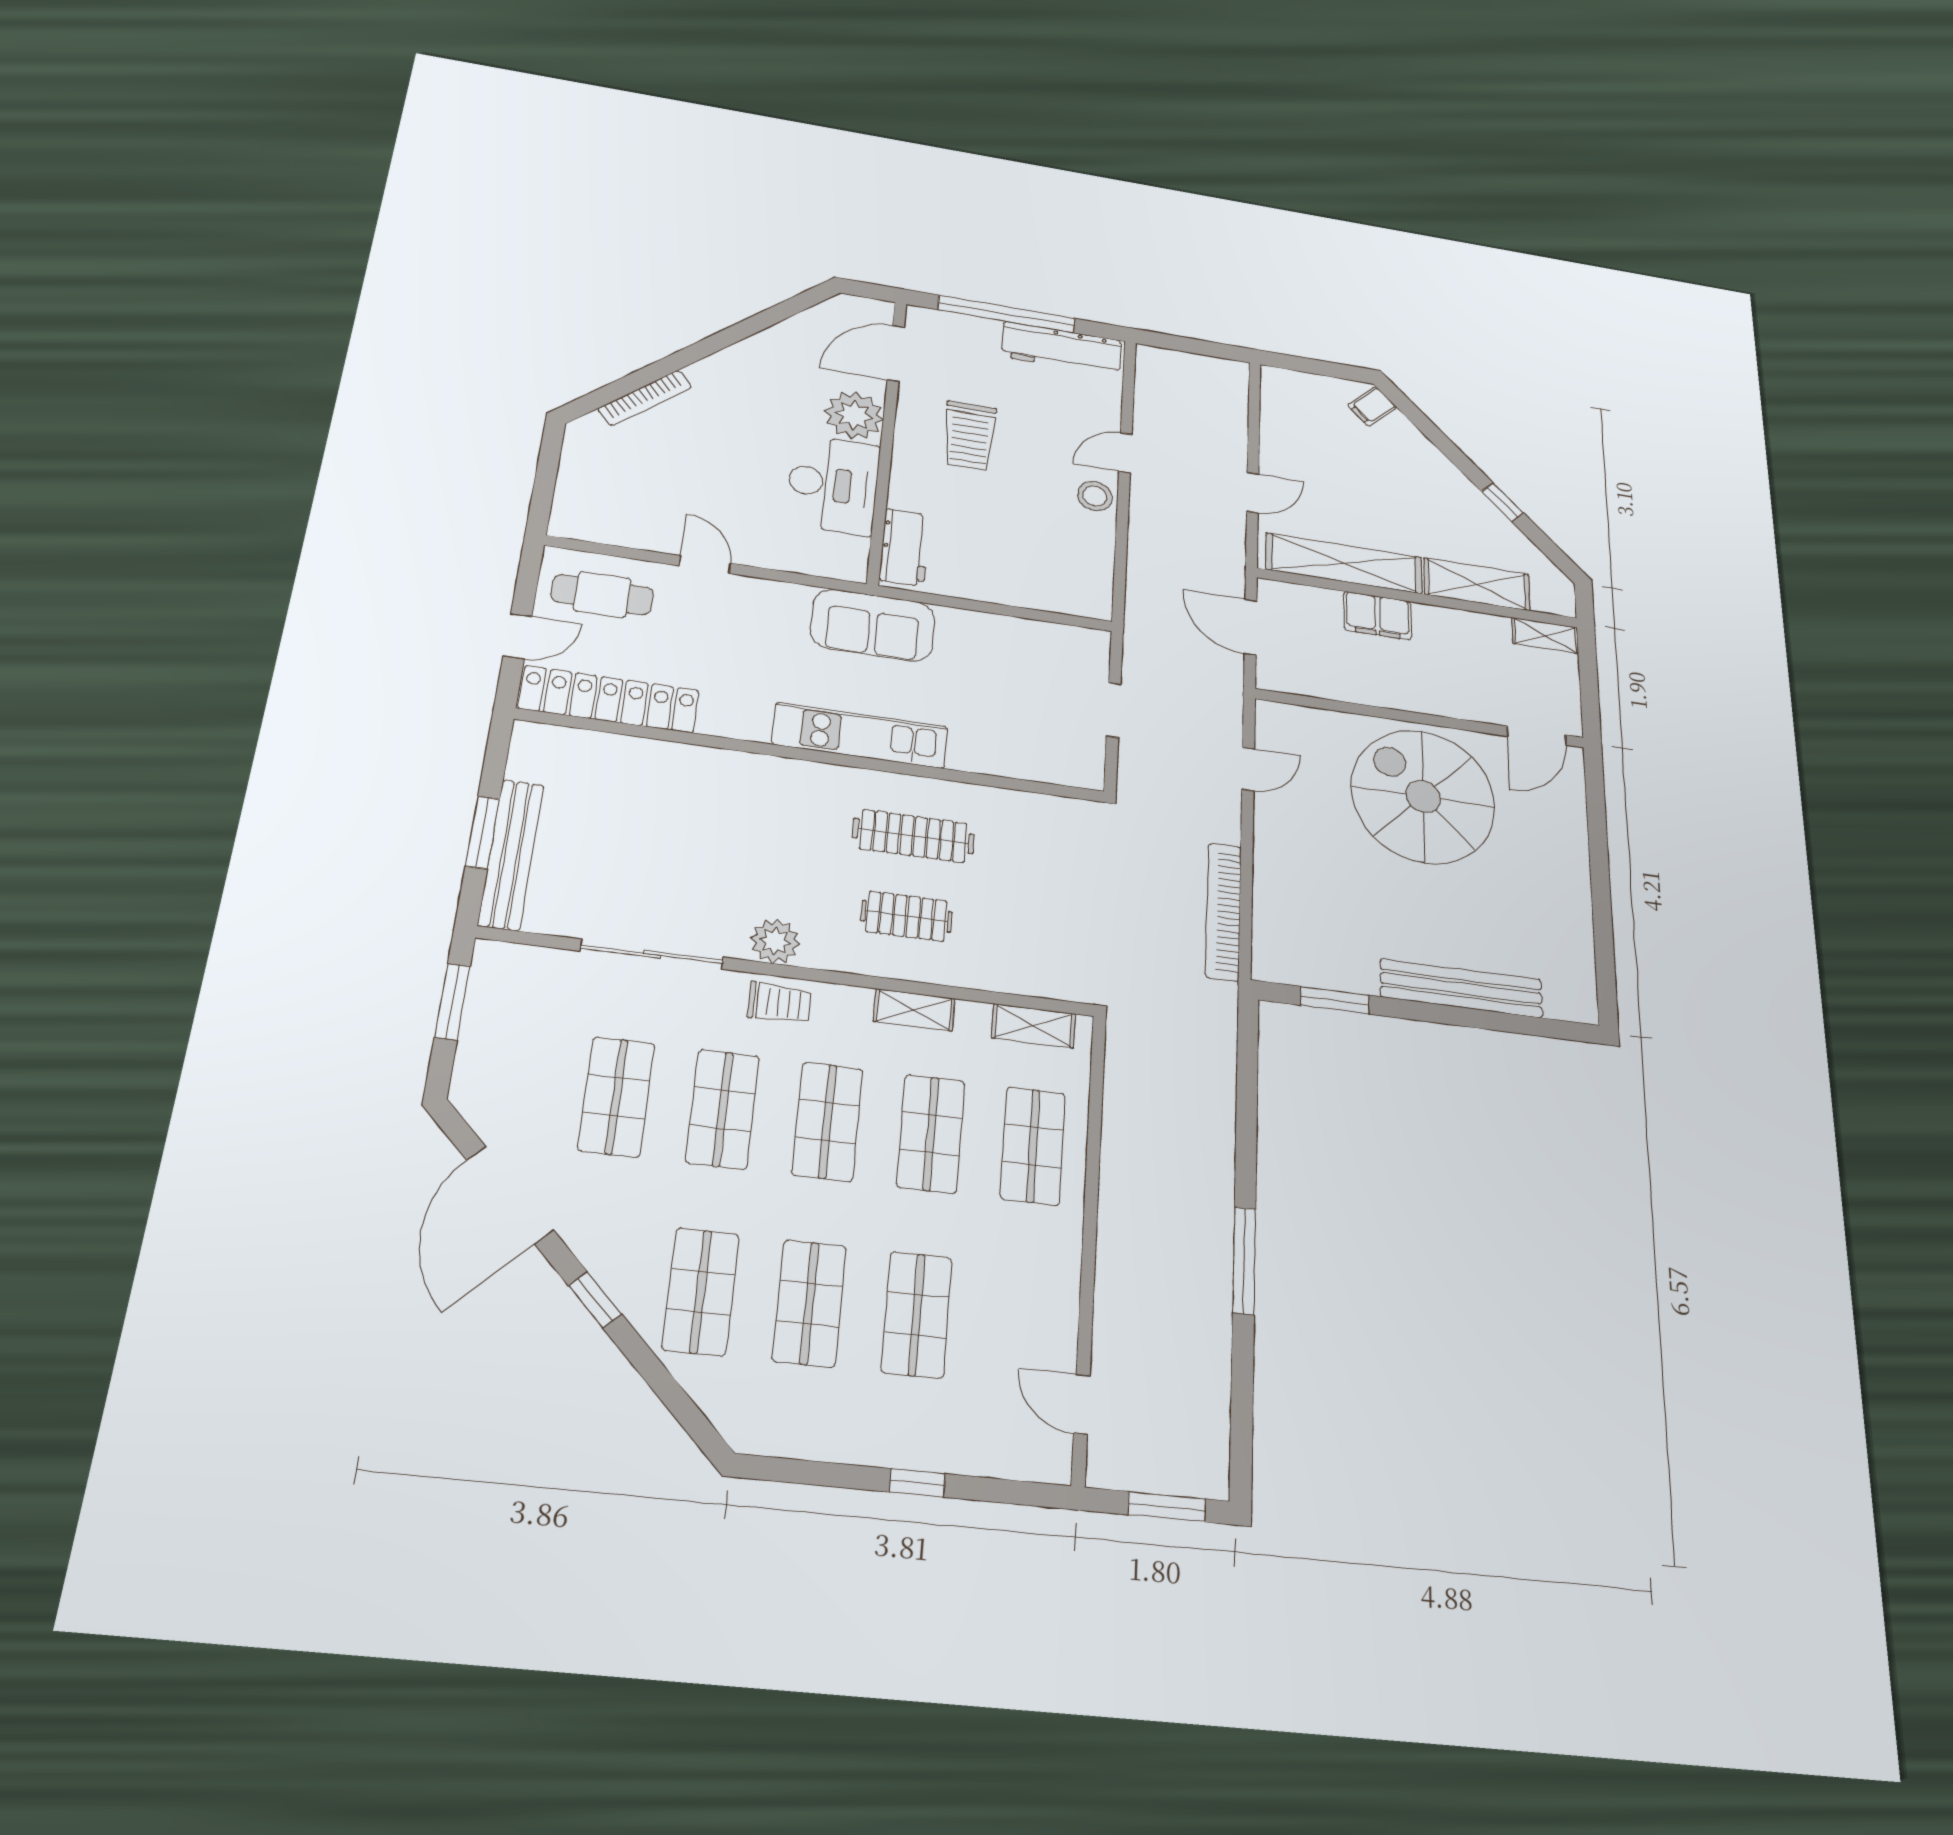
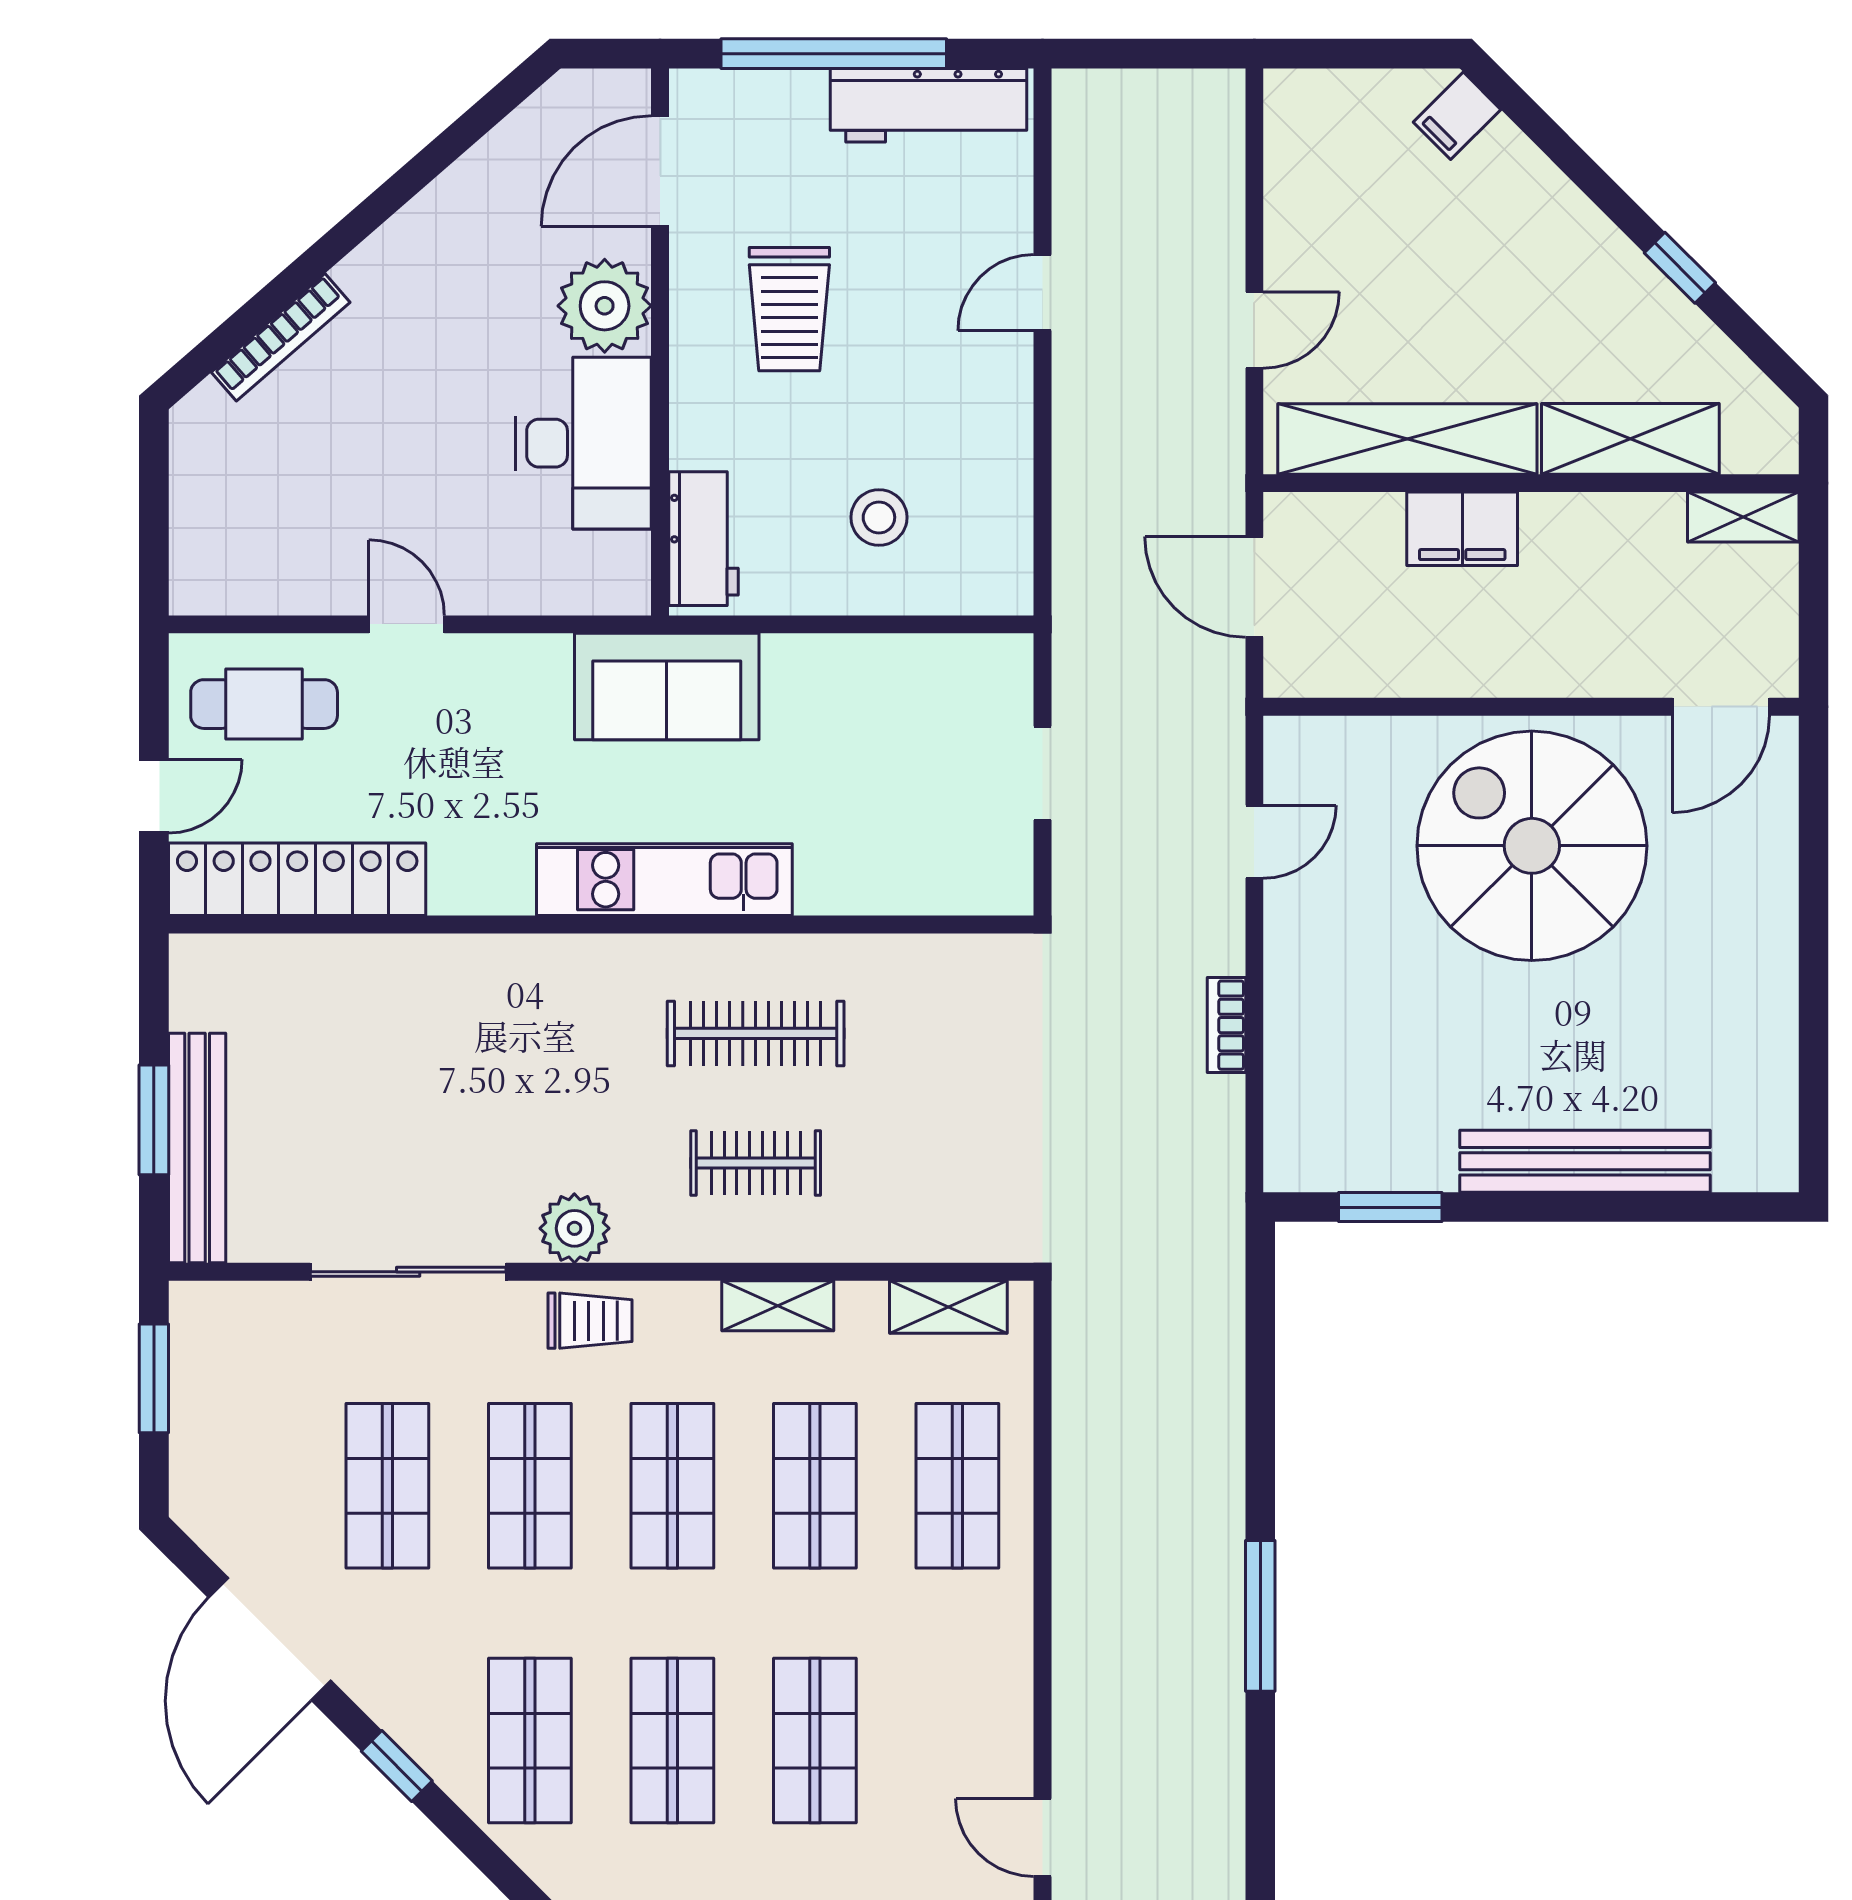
stool: (1095, 496) -> (879, 517), moved
bookcase: (1223, 911) -> (1227, 1025), width x0.43, depth x0.76

